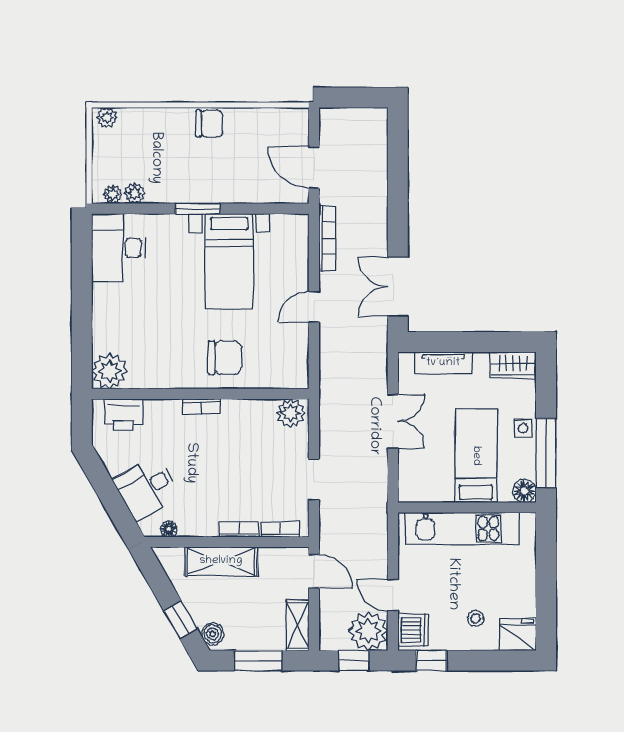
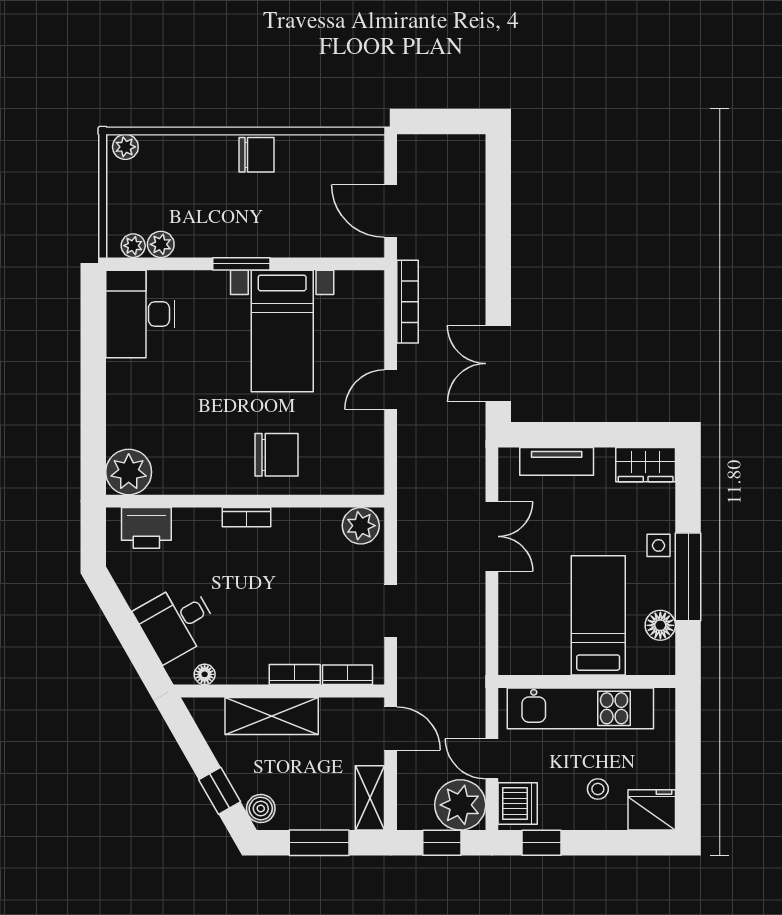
bed: (476, 456) -> (598, 615), moved
wall: (467, 507) -> (587, 681), moved
kitchen unit: (462, 528) -> (580, 708), moved

